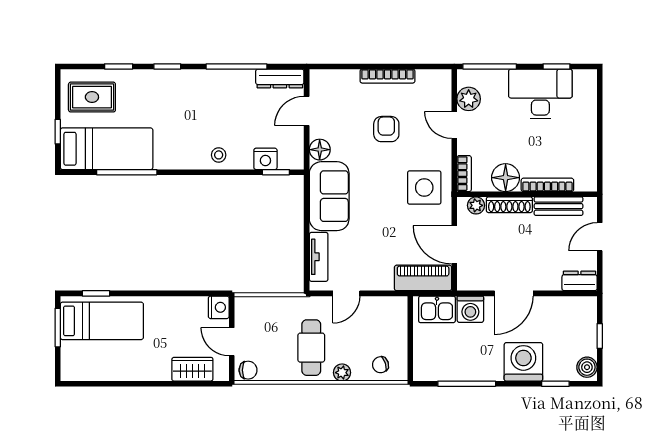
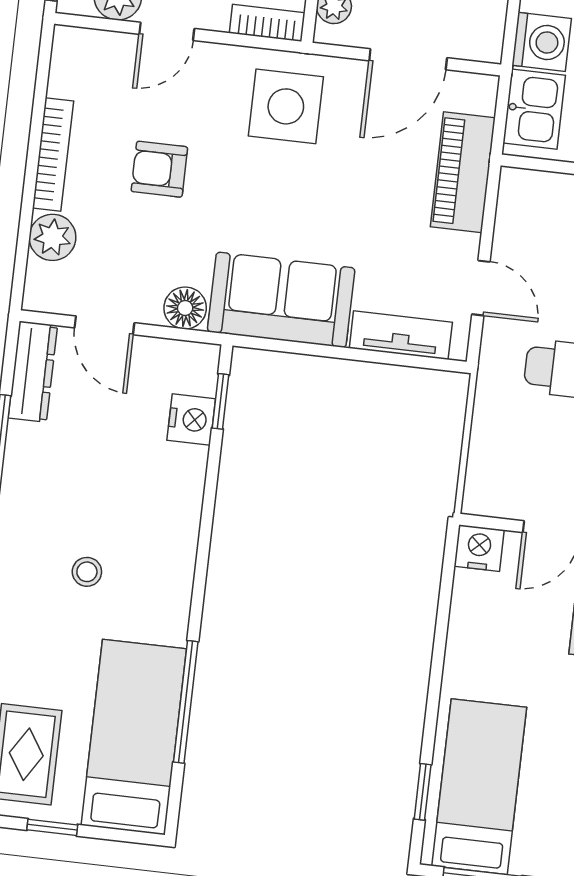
plant: (347, 81) -> (52, 237), added
window: (58, 132) -> (52, 827), moved
stool: (219, 155) -> (87, 572), moved
piano: (423, 278) -> (463, 172), moved

